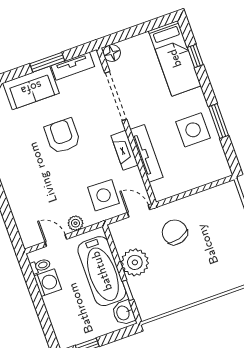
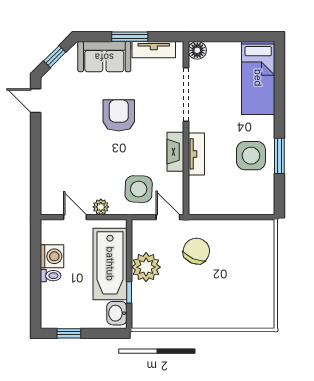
window: (195, 56) -> (279, 83), removed
tv unit: (147, 153) -> (196, 154), width x0.71
chair: (175, 232) -> (196, 251), turned 39
toilet: (40, 266) -> (51, 276), moved

